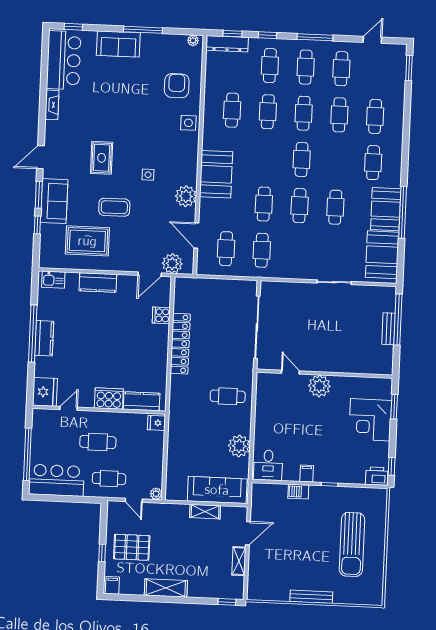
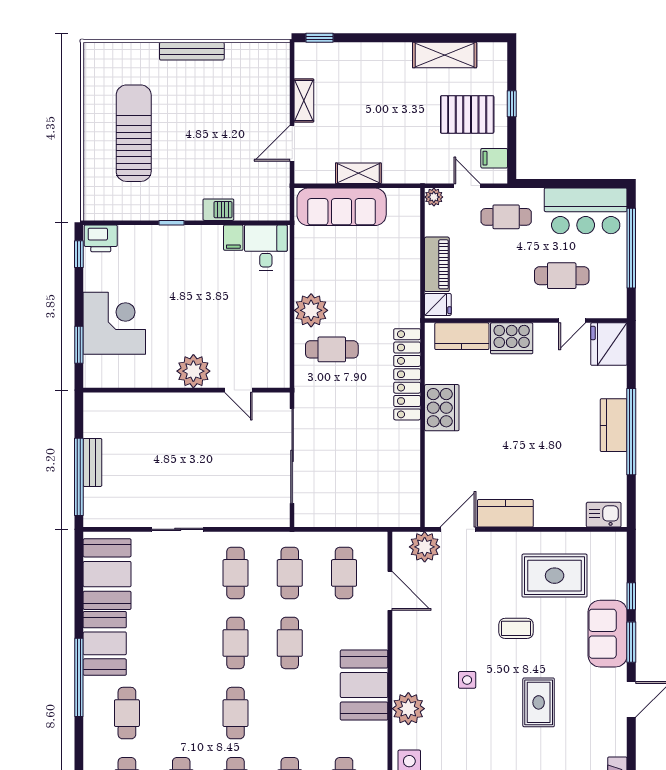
plant: (186, 196) -> (408, 709), moved
coffee table: (114, 207) -> (516, 628), width x0.73, depth x0.77
cafe table: (335, 207) -> (235, 573), moved
window: (403, 212) -> (79, 677), moved
kitchen counter: (98, 282) -> (505, 513), moved
cooker: (161, 315) -> (442, 408), moved, width x1.87, depth x1.31
locker: (180, 344) -> (407, 374), moved
cafe table: (98, 442) -> (562, 276), moved
plant: (239, 446) -> (311, 310), moved
piano: (156, 449) -> (437, 264), added
filing cabinet: (307, 474) -> (233, 238), moved
filing cabinet: (112, 585) -> (494, 158), moved, turned 90
shelving: (166, 588) -> (445, 55), moved

